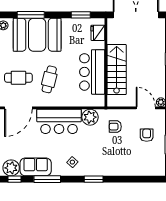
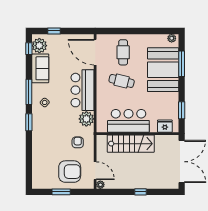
door: (146, 108) -> (95, 171), hinge flipped
armchair: (147, 135) -> (70, 172), width x1.88, depth x1.88
window: (47, 179) -> (29, 92), moved

